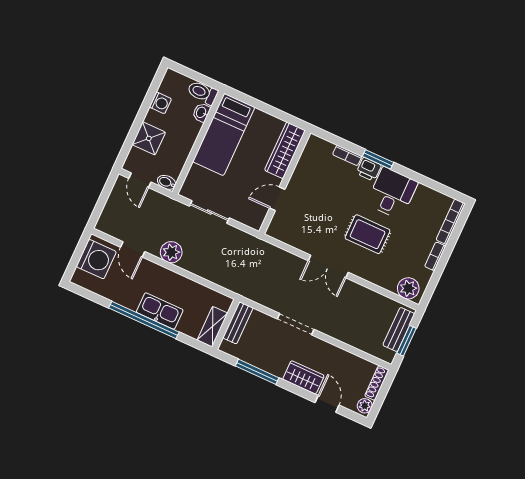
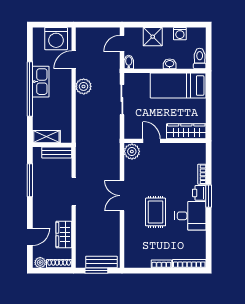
washbasin: (201, 113) -> (170, 64), moved
plant: (408, 288) -> (132, 152), moved
kitchen sink: (160, 311) -> (41, 82), moved
wardrobe: (303, 377) -> (64, 235), moved, turned 180

